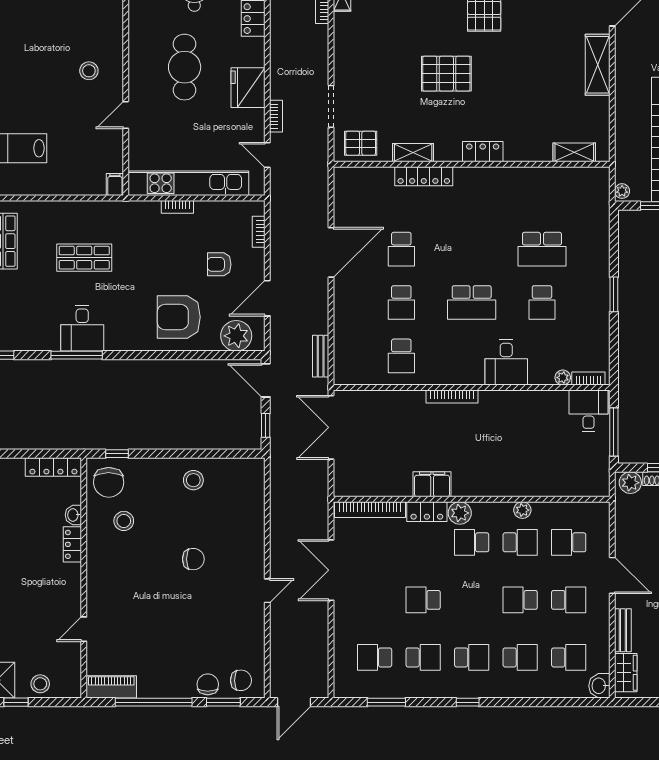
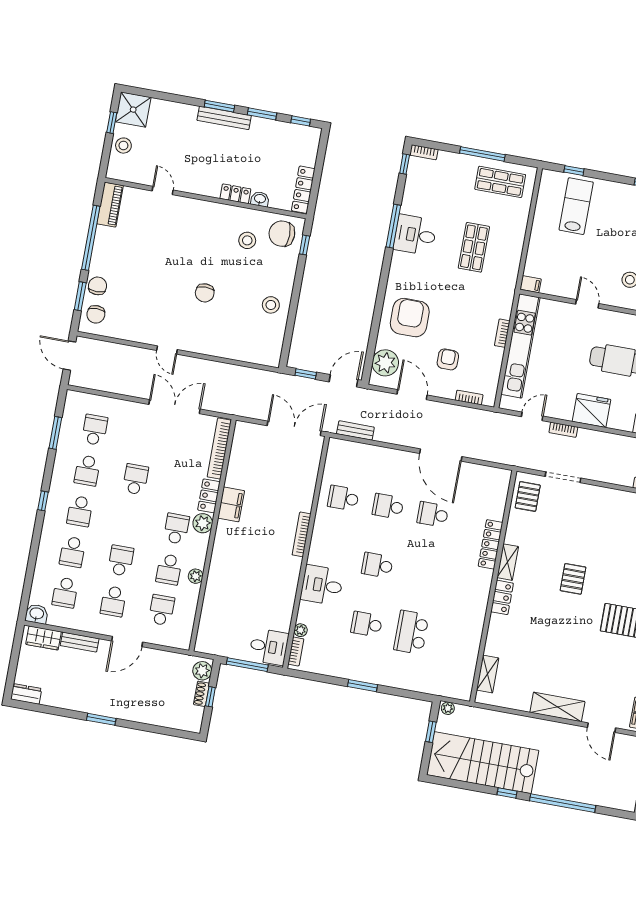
pallet: (446, 74) -> (573, 579), width x0.67, depth x0.71
shelving: (413, 153) -> (508, 562), moved
school desk: (472, 303) -> (377, 565), width x0.54
chair: (208, 684) -> (97, 286), turned -90

